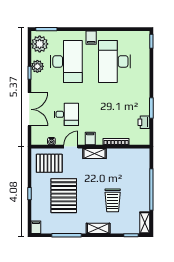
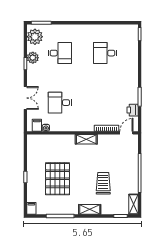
filing cabinet: (91, 38) -> (83, 31), removed
desk: (66, 61) -> (60, 53), width x0.53, depth x0.77
desk: (115, 61) -> (105, 53), width x0.53, depth x0.77
double door: (29, 109) -> (25, 98), width x0.73
desk: (66, 114) -> (60, 103), turned 180
filing cabinet: (90, 138) -> (37, 125), moved
door: (71, 147) -> (126, 133), moved
pallet: (49, 163) -> (44, 149), removed
trolley: (113, 200) -> (103, 183), turned 180

